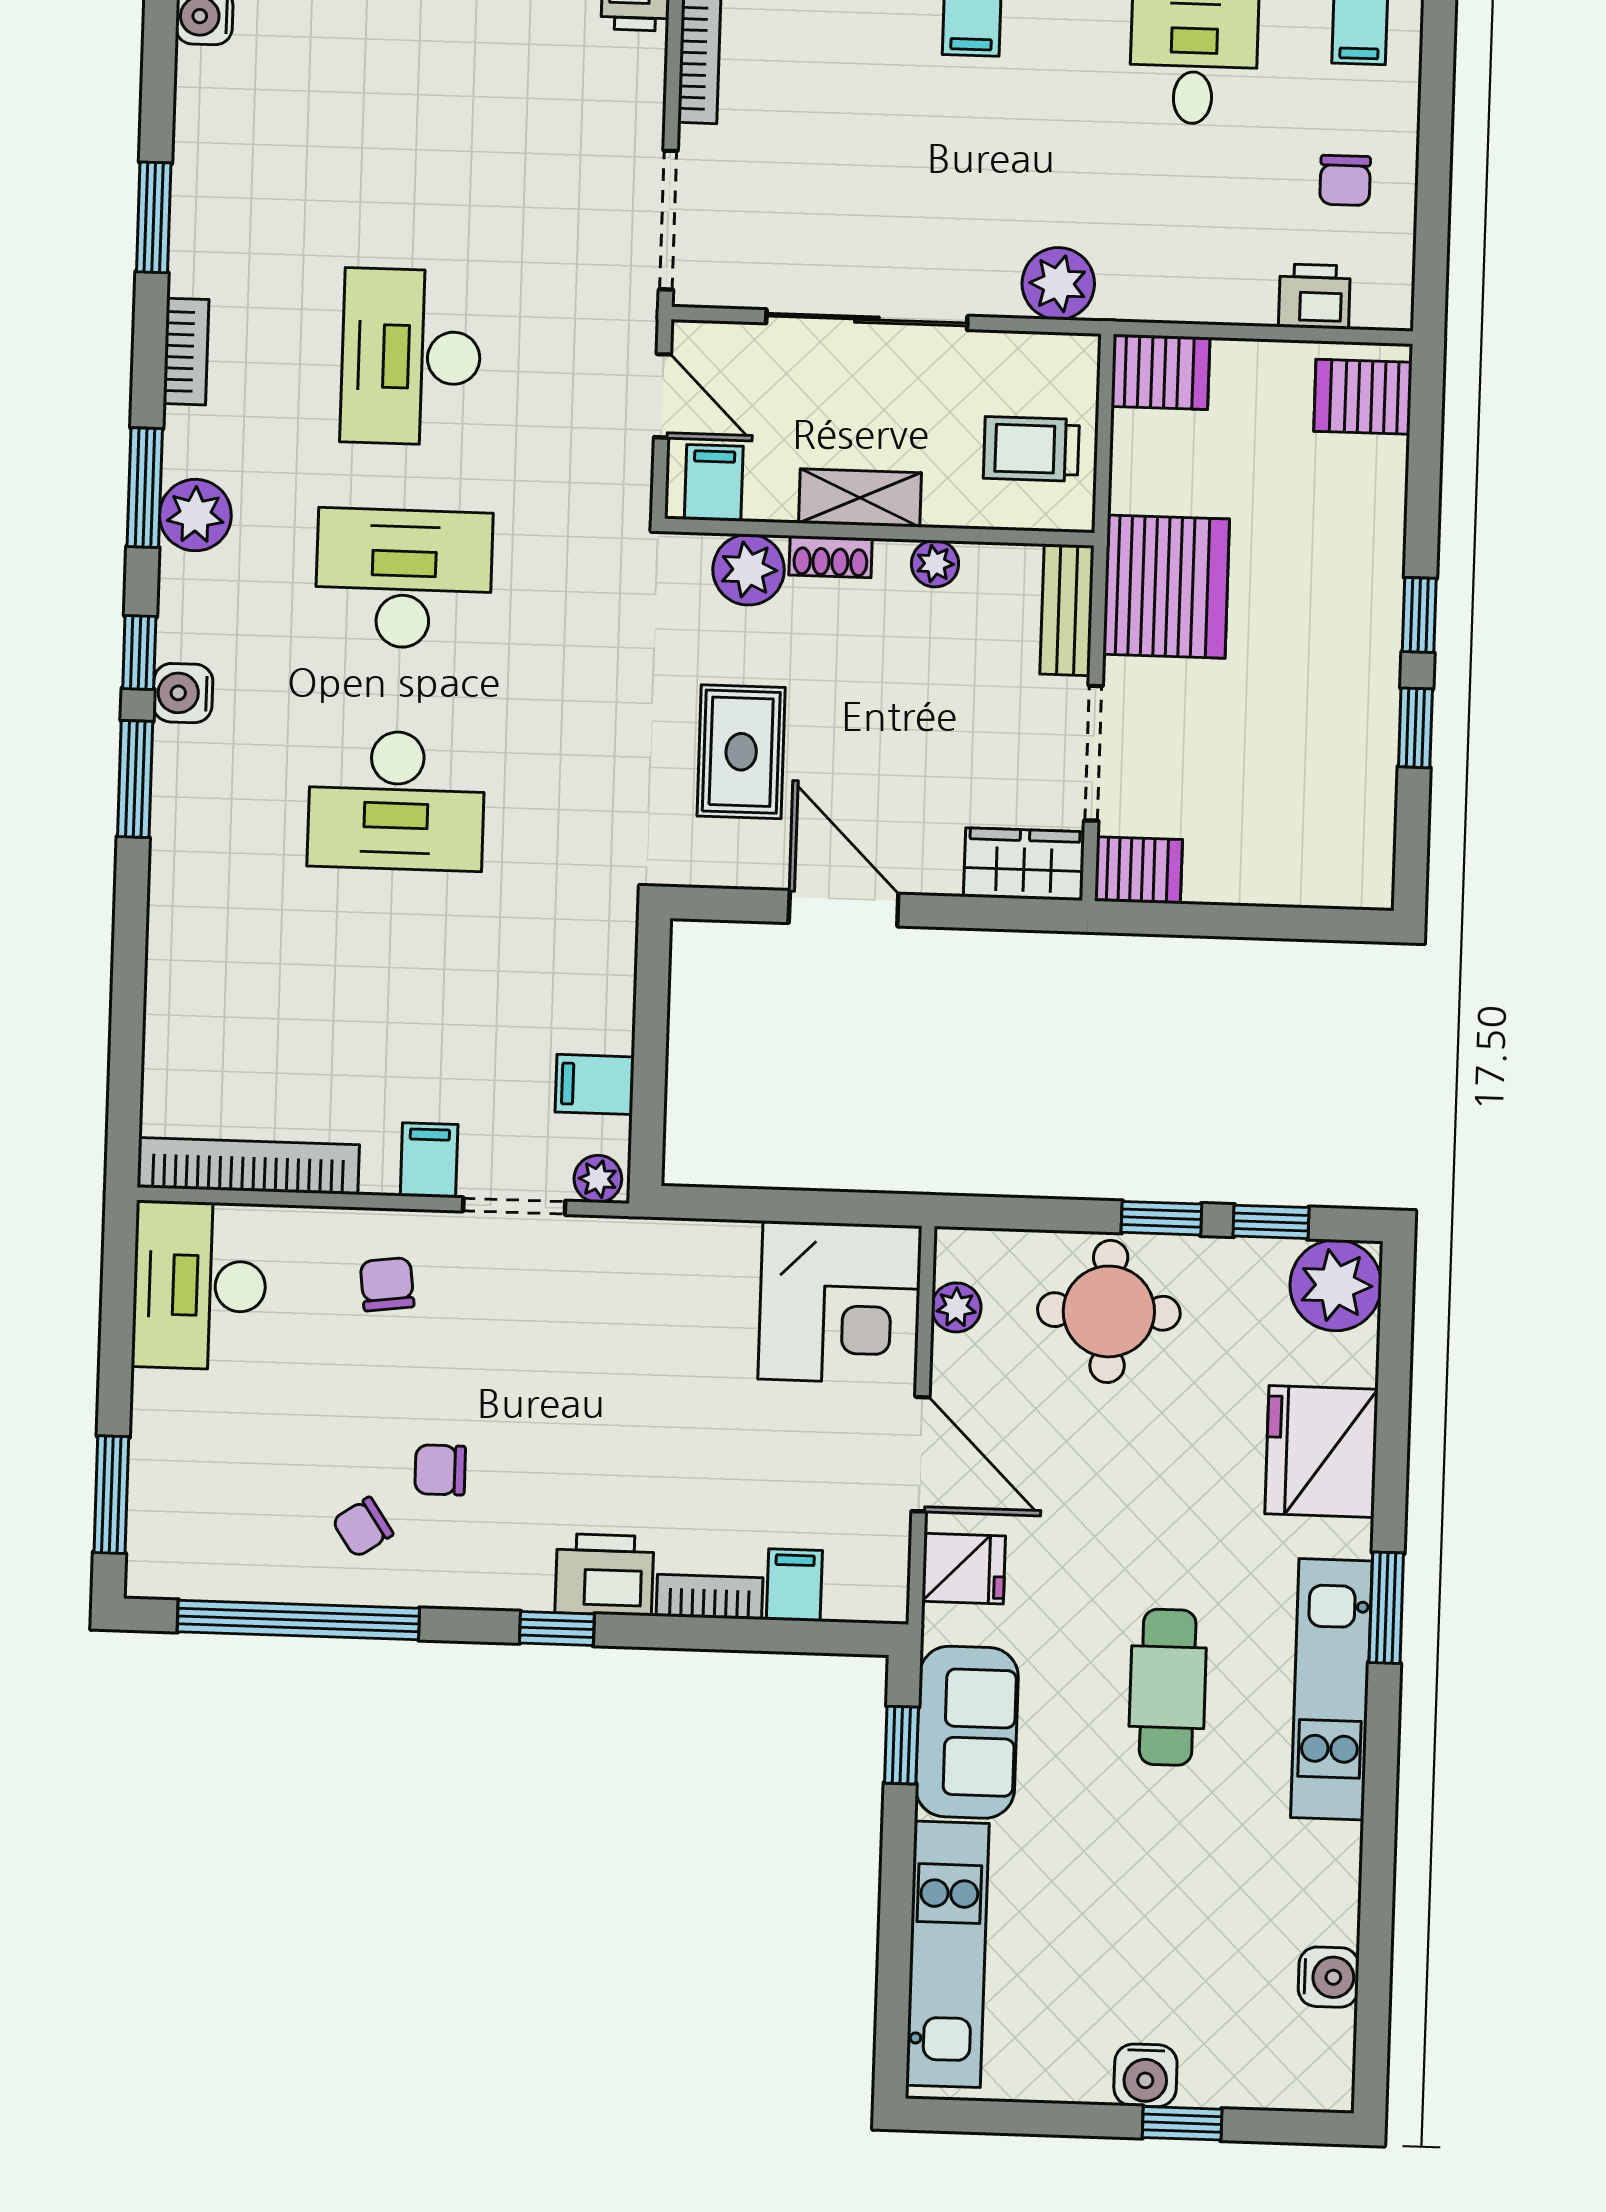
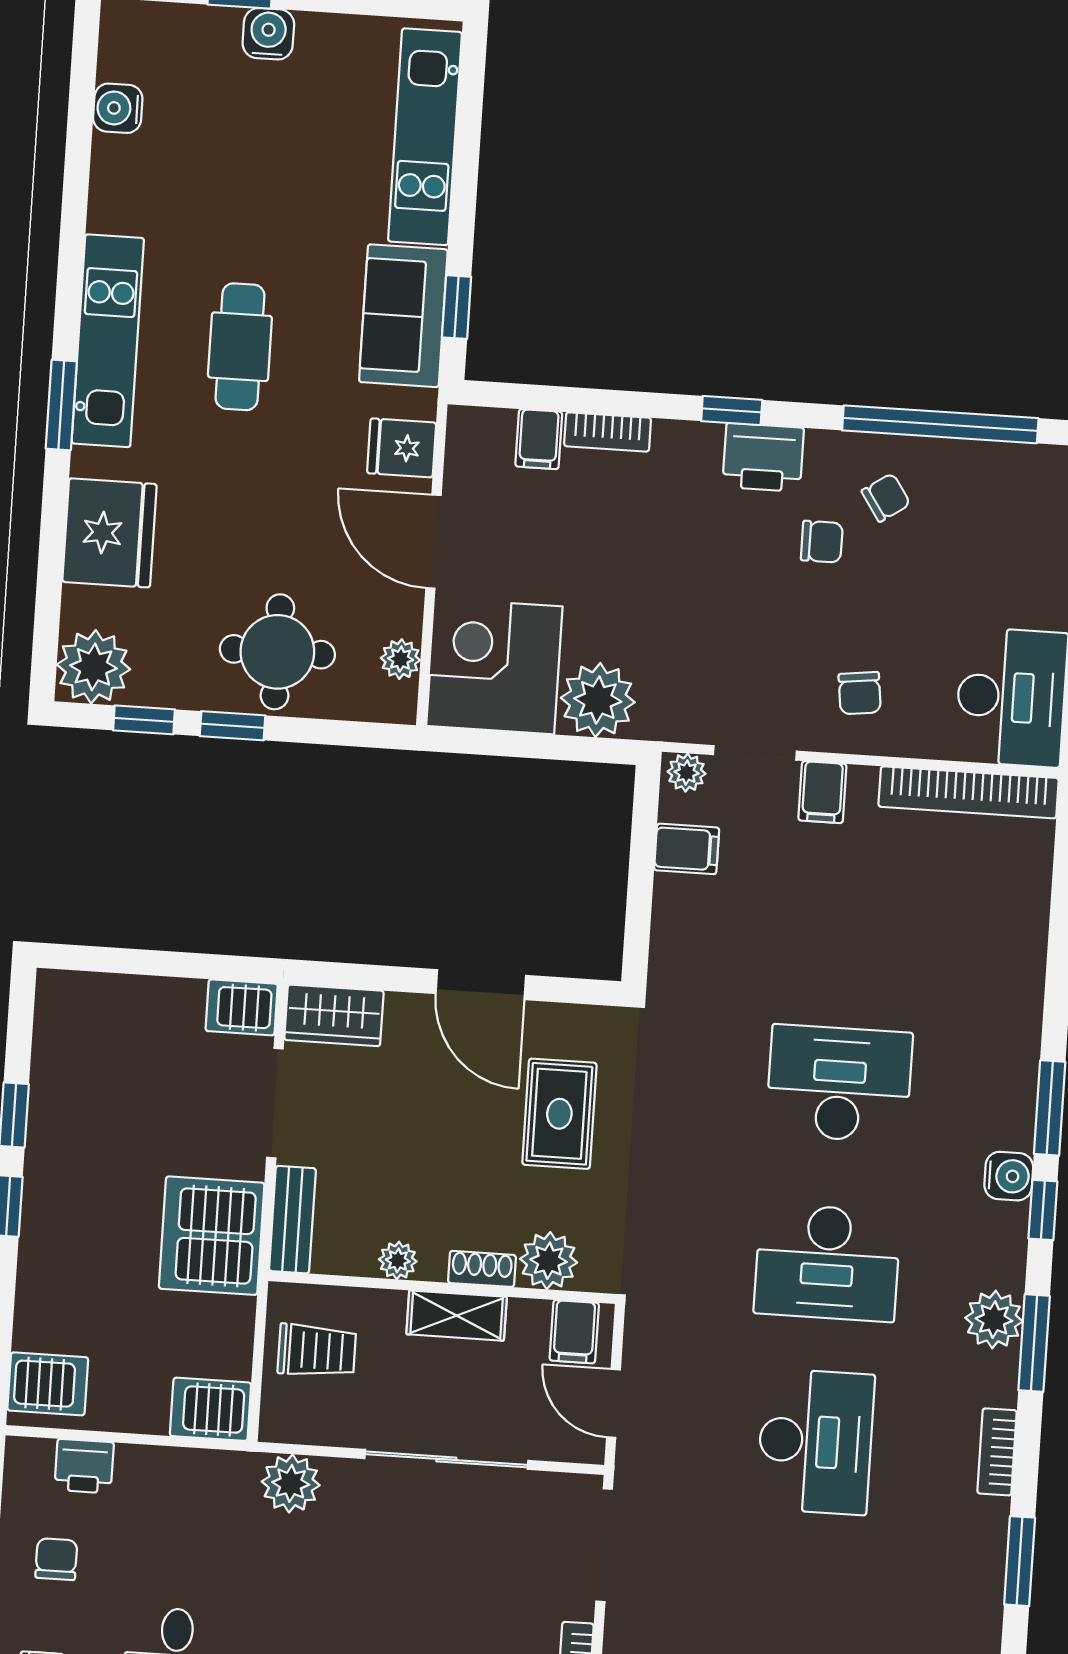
plant: (711, 1265) -> (598, 700), added
printer: (604, 1575) -> (763, 457), moved

